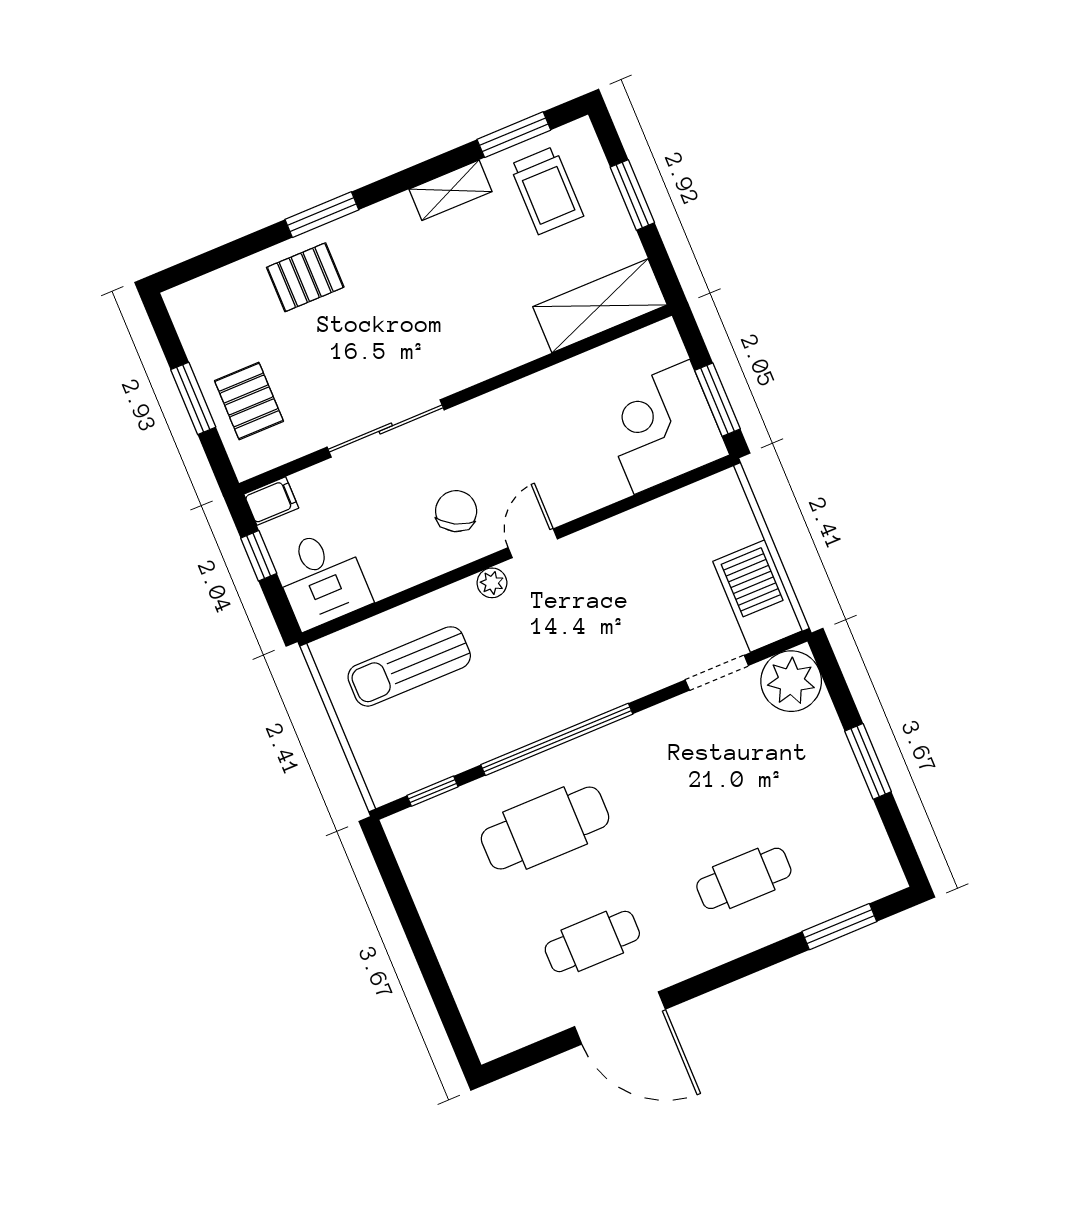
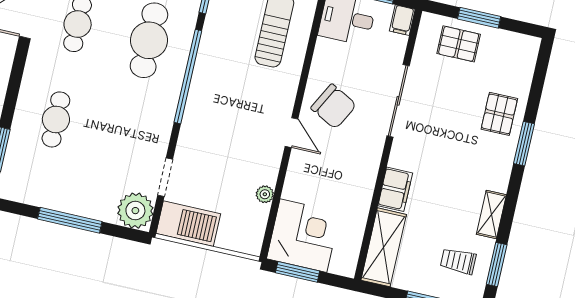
trolley: (547, 190) -> (458, 261), width x0.73, depth x0.72
filing cabinet: (510, 346) -> (395, 189), added
chair: (456, 511) -> (334, 106), width x1.37, depth x1.37
plant: (492, 583) -> (265, 194), moved
window: (868, 761) -> (70, 220), width x1.44

